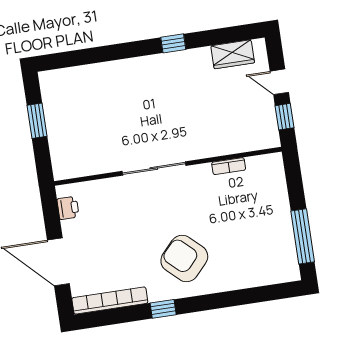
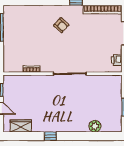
plant: (91, 75) -> (95, 126), added
armchair: (184, 259) -> (61, 25), width x0.53, depth x0.53

